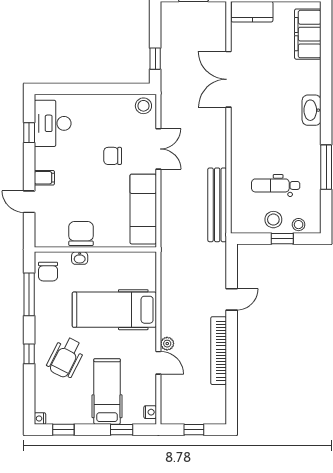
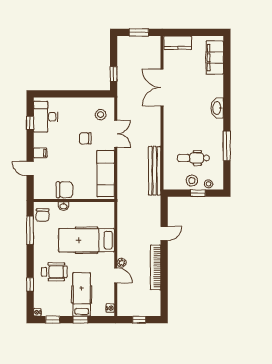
stool: (143, 106) -> (101, 115), moved
chair: (81, 233) -> (64, 190), turned 90
window: (29, 354) -> (30, 284), moved
wheelchair: (66, 357) -> (54, 272), turned -117
window: (122, 430) -> (80, 320), moved

